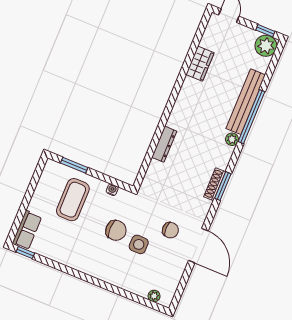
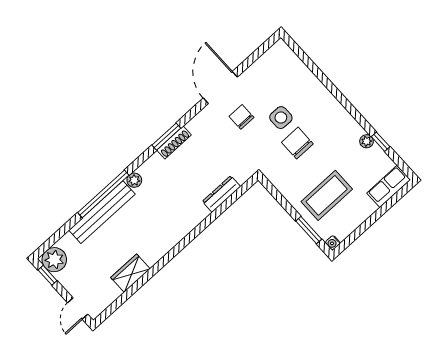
dresser: (164, 144) -> (221, 194), moved
water cooler: (112, 190) -> (333, 243), moved
window: (25, 253) -> (381, 142), moved
plant: (154, 296) -> (367, 141), moved

